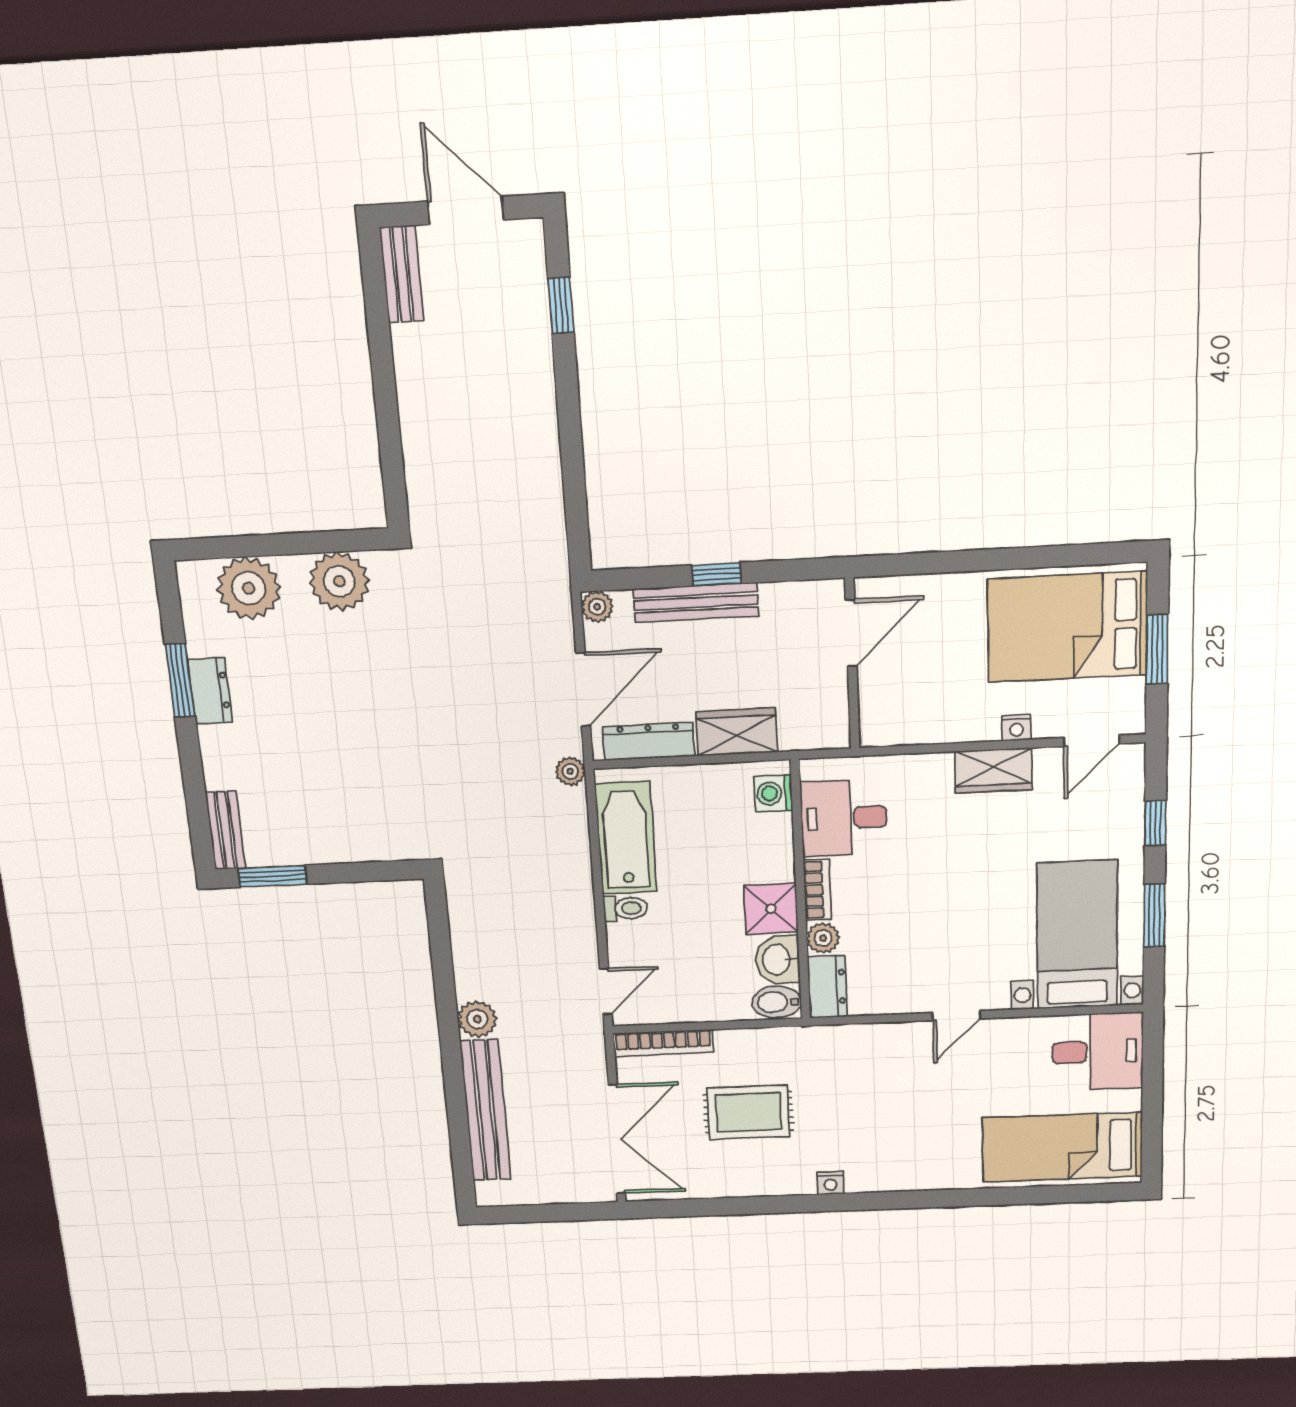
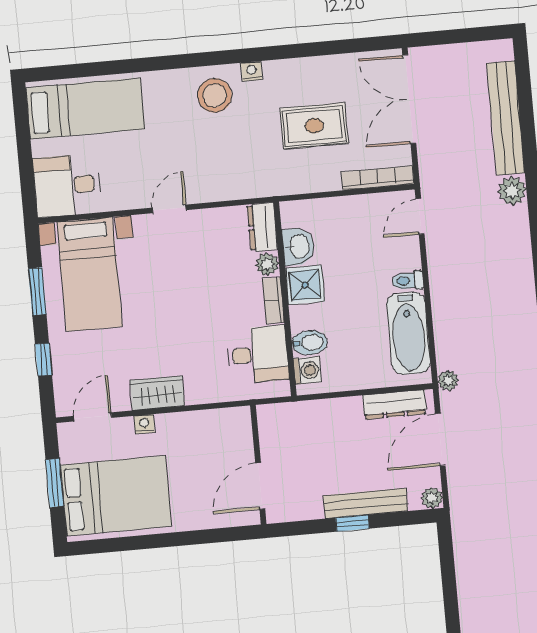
wardrobe: (737, 732) -> (334, 414), removed
bidet: (777, 1002) -> (310, 343), moved
stool: (883, 1156) -> (215, 95), added

